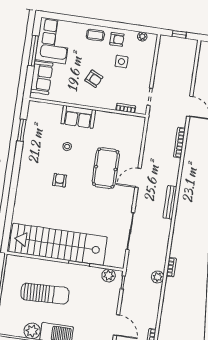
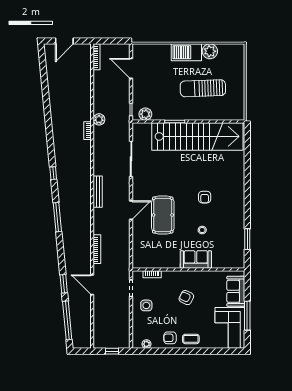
side table: (121, 62) -> (146, 305), moved

